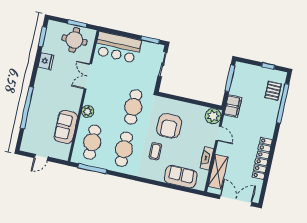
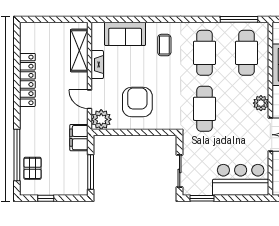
plant: (88, 112) -> (261, 103), moved
armchair: (169, 126) -> (137, 102), moved
coffee table: (155, 151) -> (164, 45), moved
double door: (236, 200) -> (49, 19), removed

